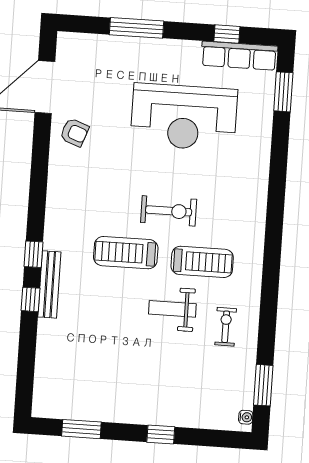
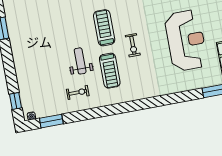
reception desk: (184, 117) -> (186, 40), turned 180
exercise bike: (169, 211) -> (133, 45), width x0.73, depth x0.72
window: (161, 434) -> (16, 101), moved

